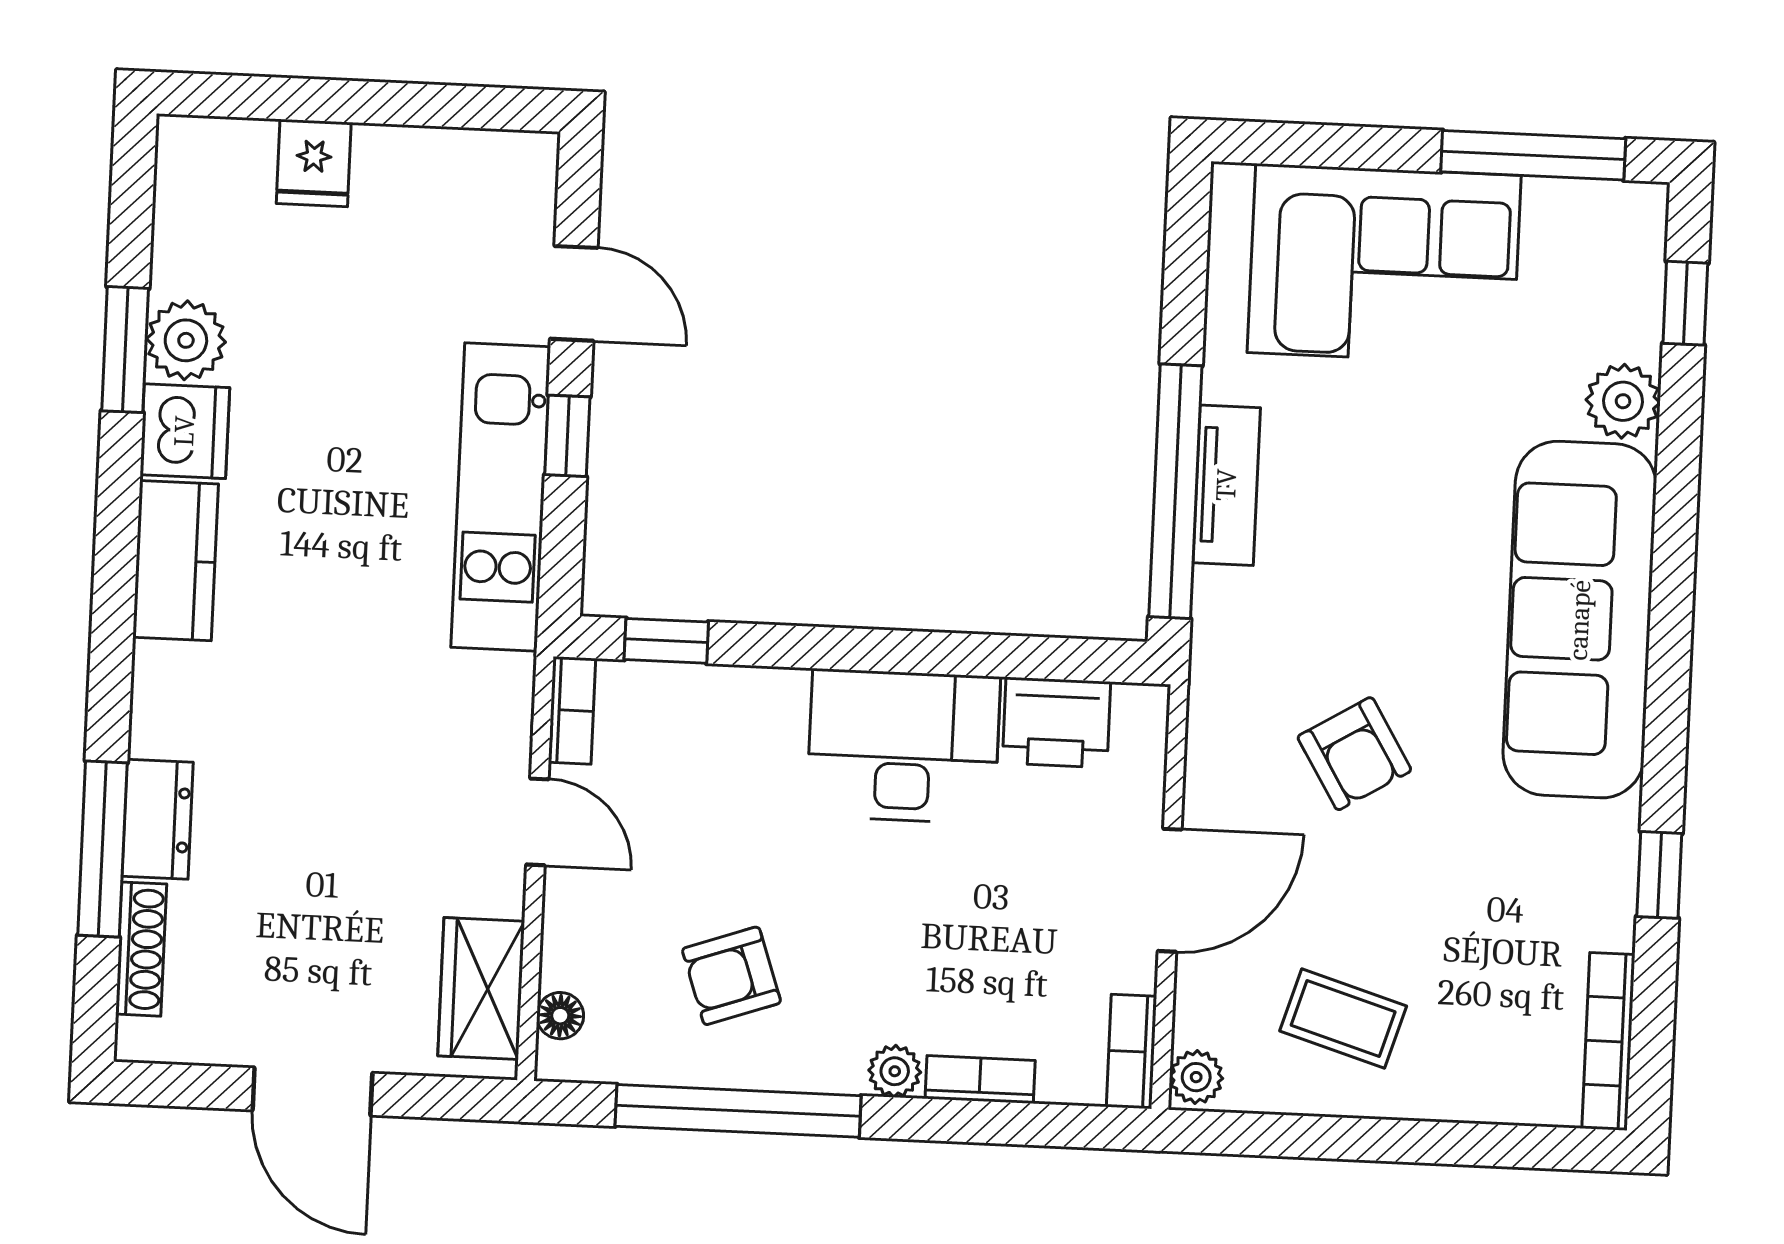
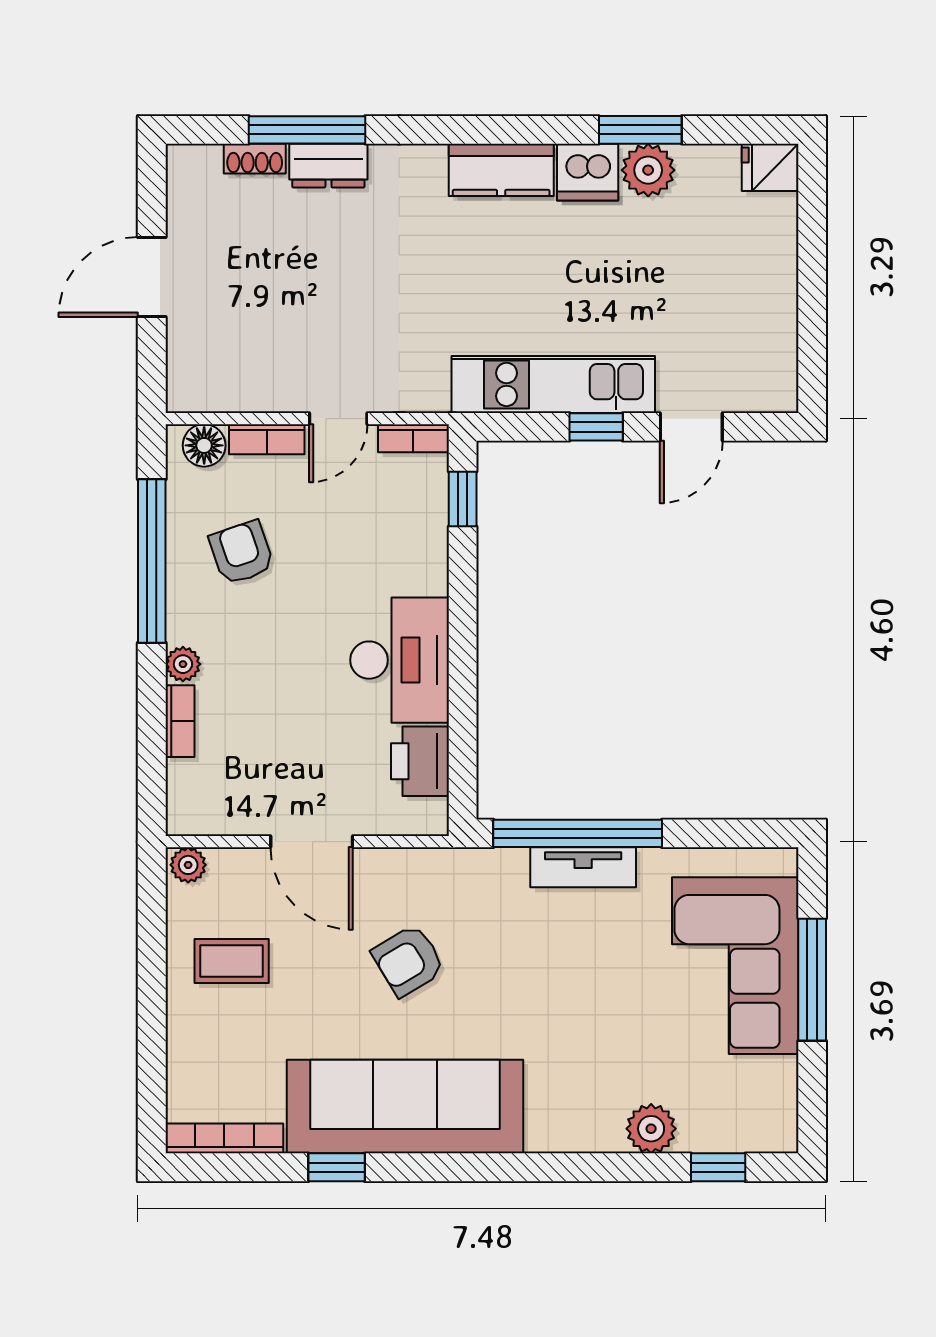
window: (1533, 155) -> (812, 980), moved
fridge: (314, 163) -> (770, 167), moved
sofa: (1580, 620) -> (405, 1107), moved
shoe rack: (141, 949) -> (255, 159), width x0.70
wardrobe: (481, 989) -> (225, 386), removed
floor lamp: (560, 1016) -> (204, 445), width x1.37, depth x1.37
coffee table: (1343, 1019) -> (232, 961), turned 73
bookcase: (1131, 1052) -> (267, 439), moved, turned 180

